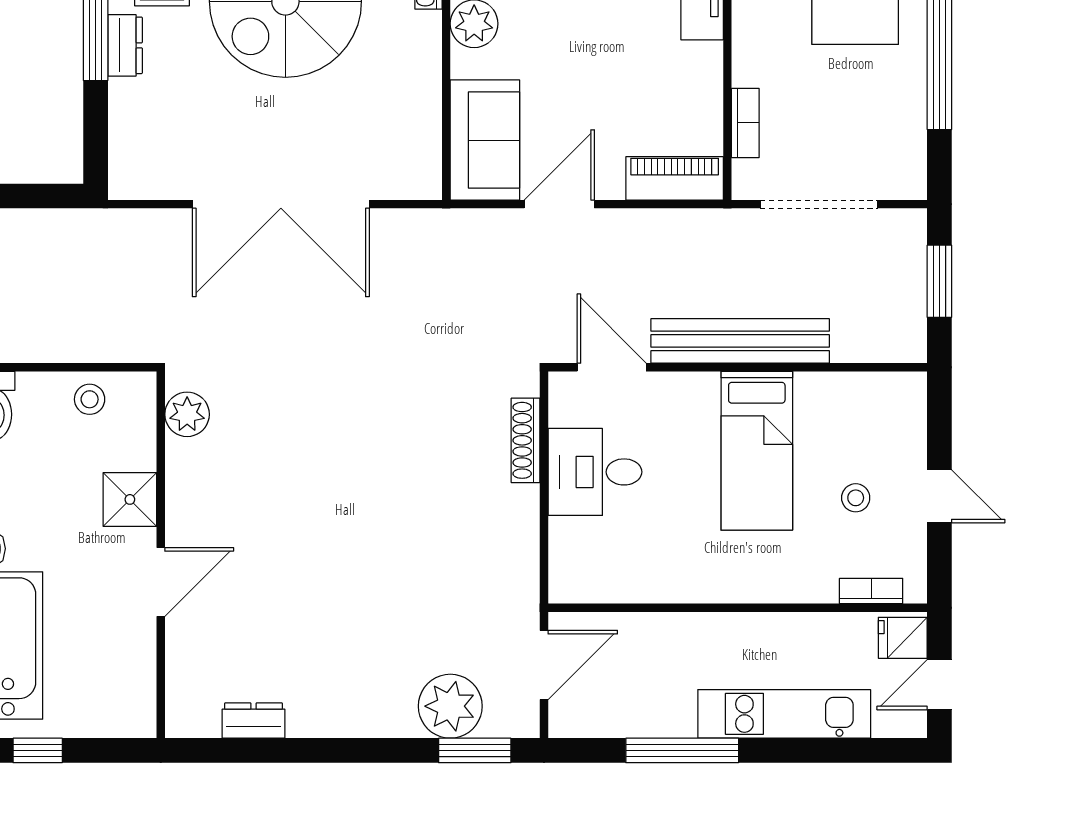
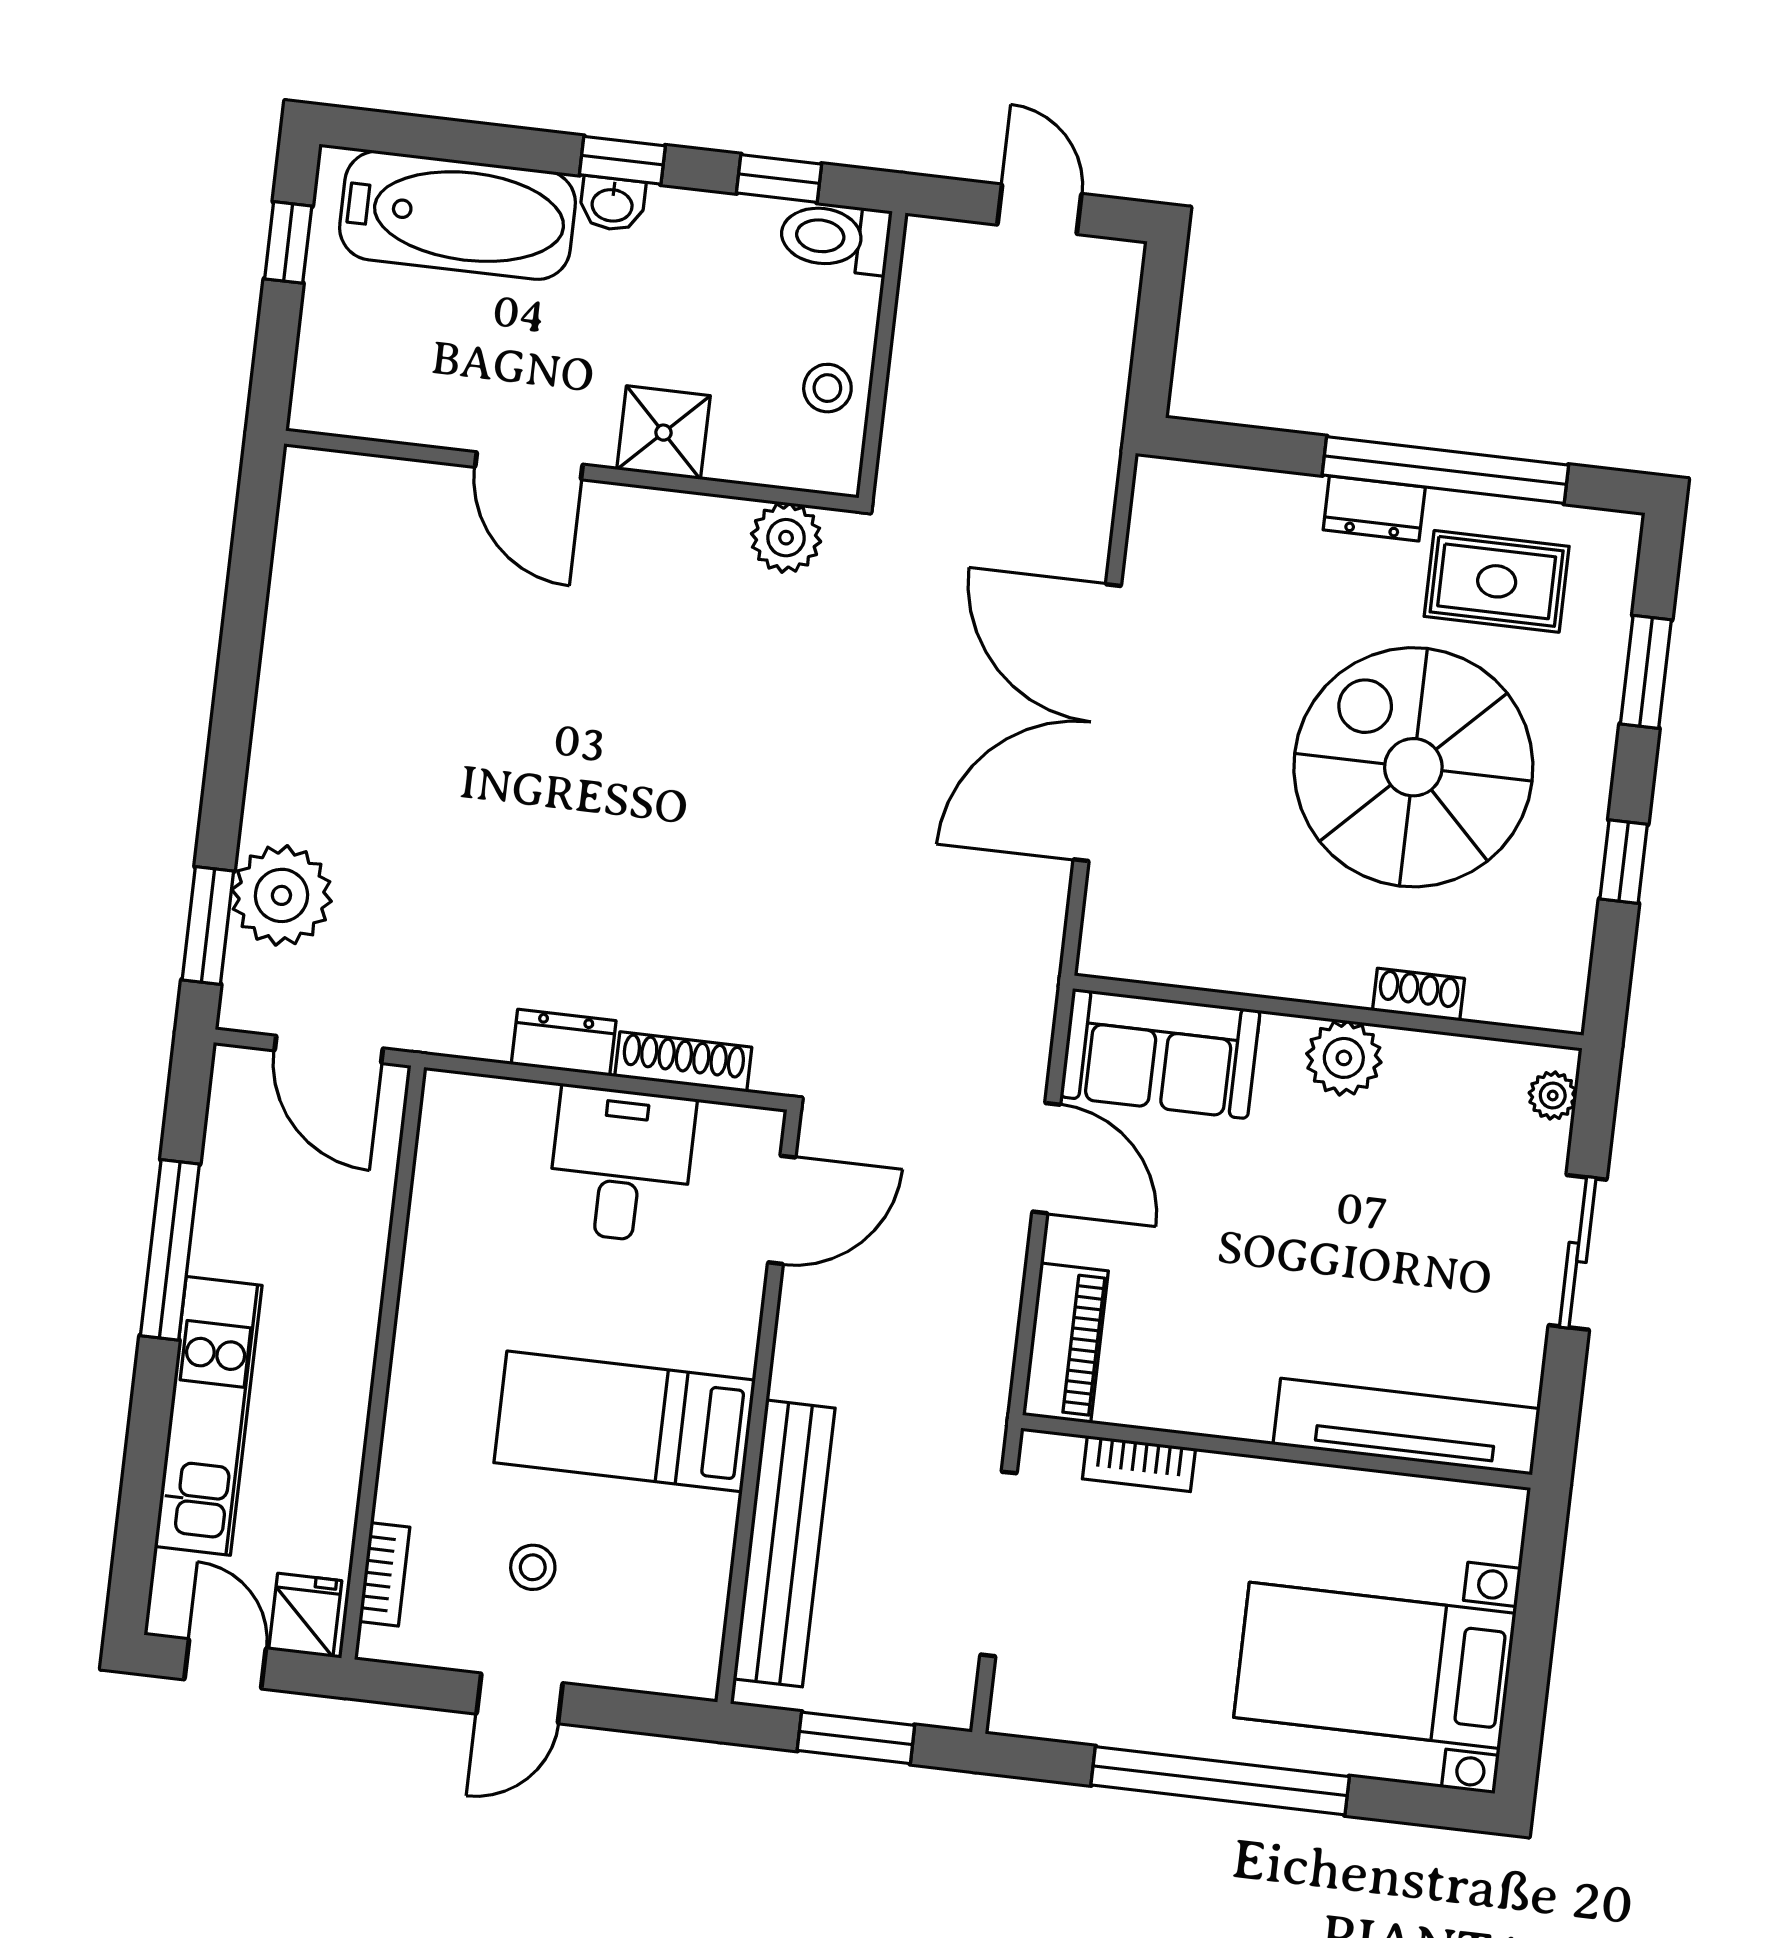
bench: (740, 341) -> (784, 1543), moved
dresser: (254, 720) -> (564, 1043), moved, turned -90

